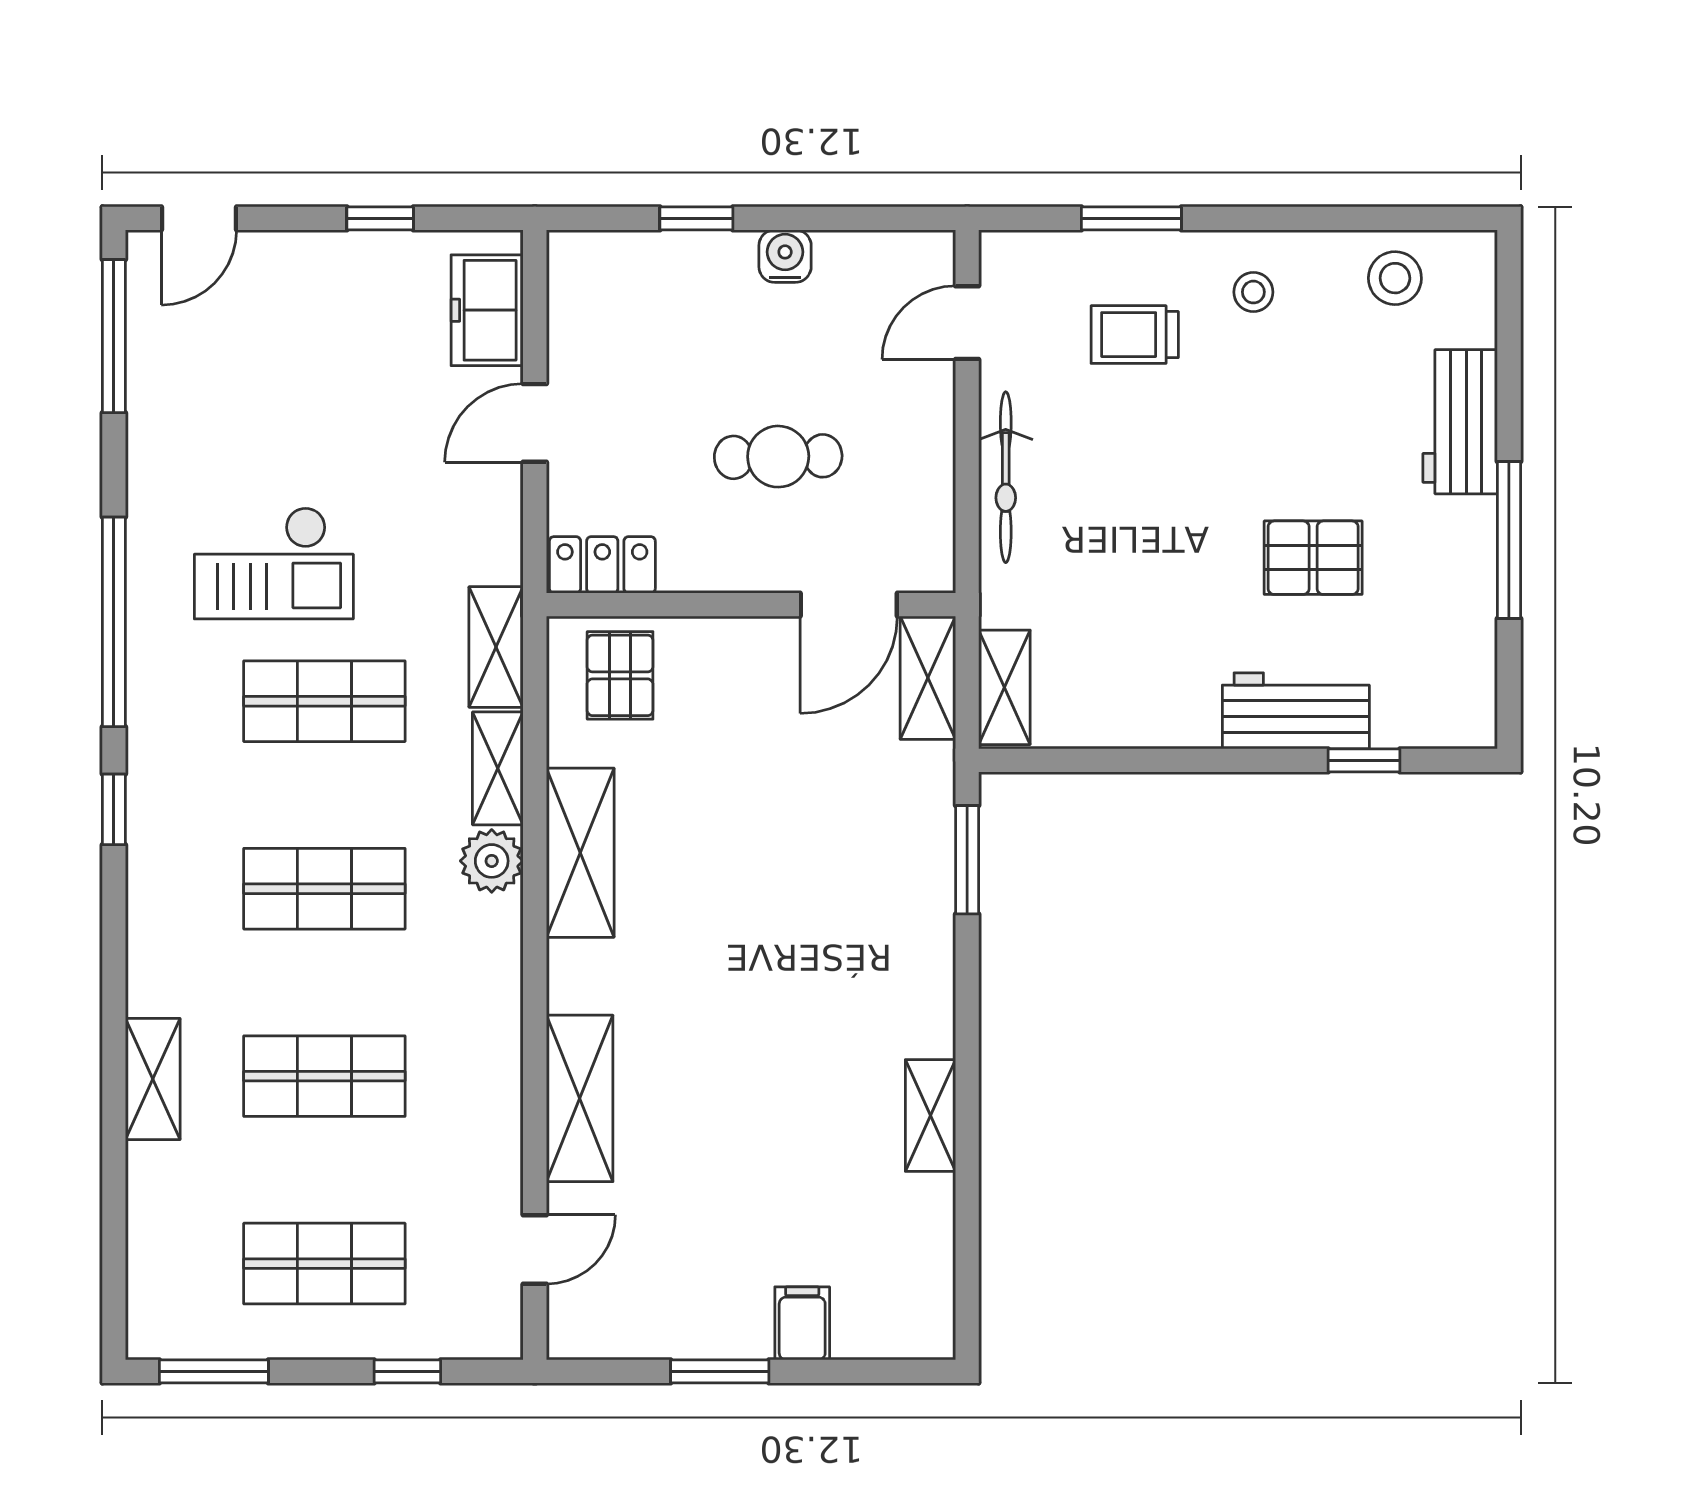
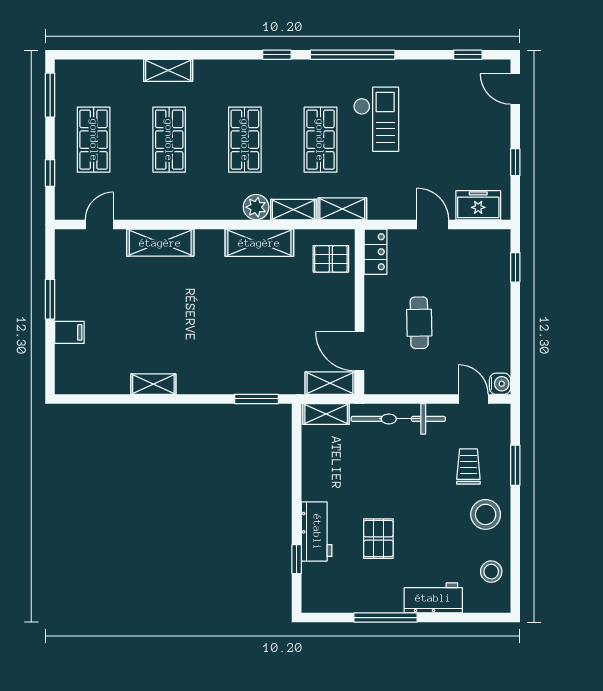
window: (696, 218) -> (515, 267), moved
water cooler: (785, 256) -> (500, 384), moved
stool: (1253, 292) -> (486, 514), width x1.89, depth x1.89
window: (114, 336) -> (468, 55), width x0.46
bicycle: (1006, 477) -> (398, 419), width x1.37, depth x1.40
checkout: (274, 563) -> (376, 119), turned 180
door: (535, 1249) -> (99, 225), swing flipped

